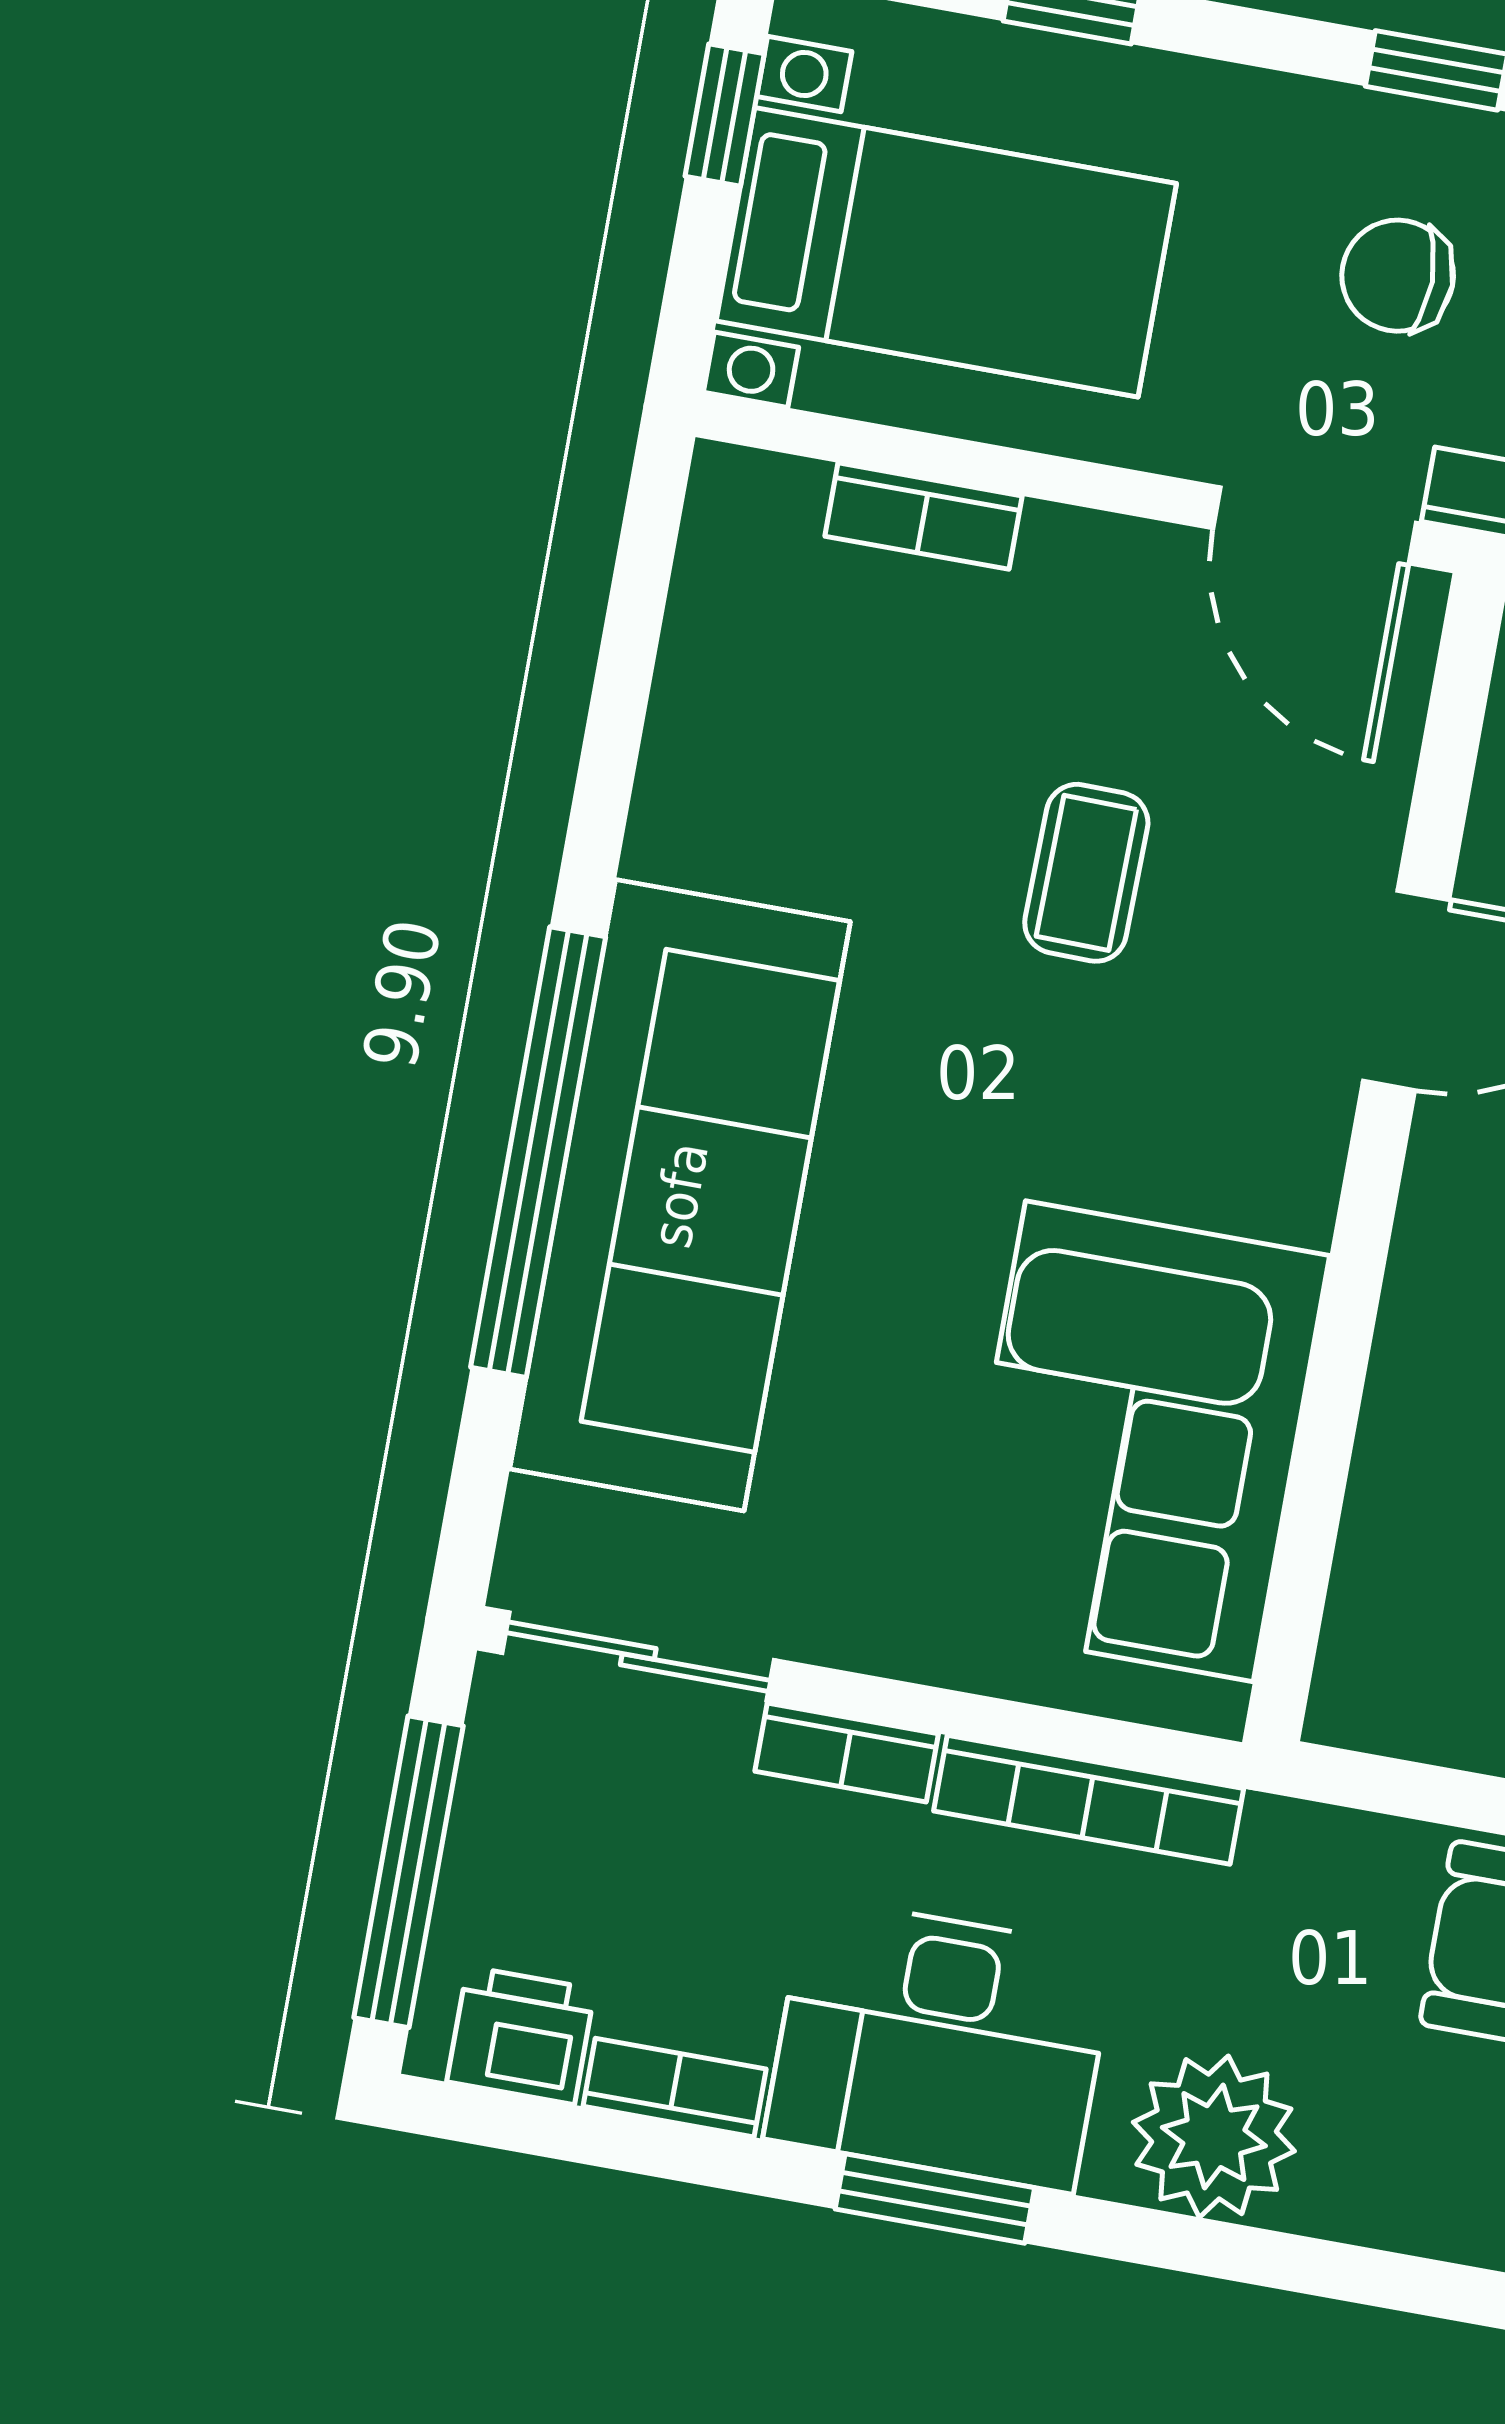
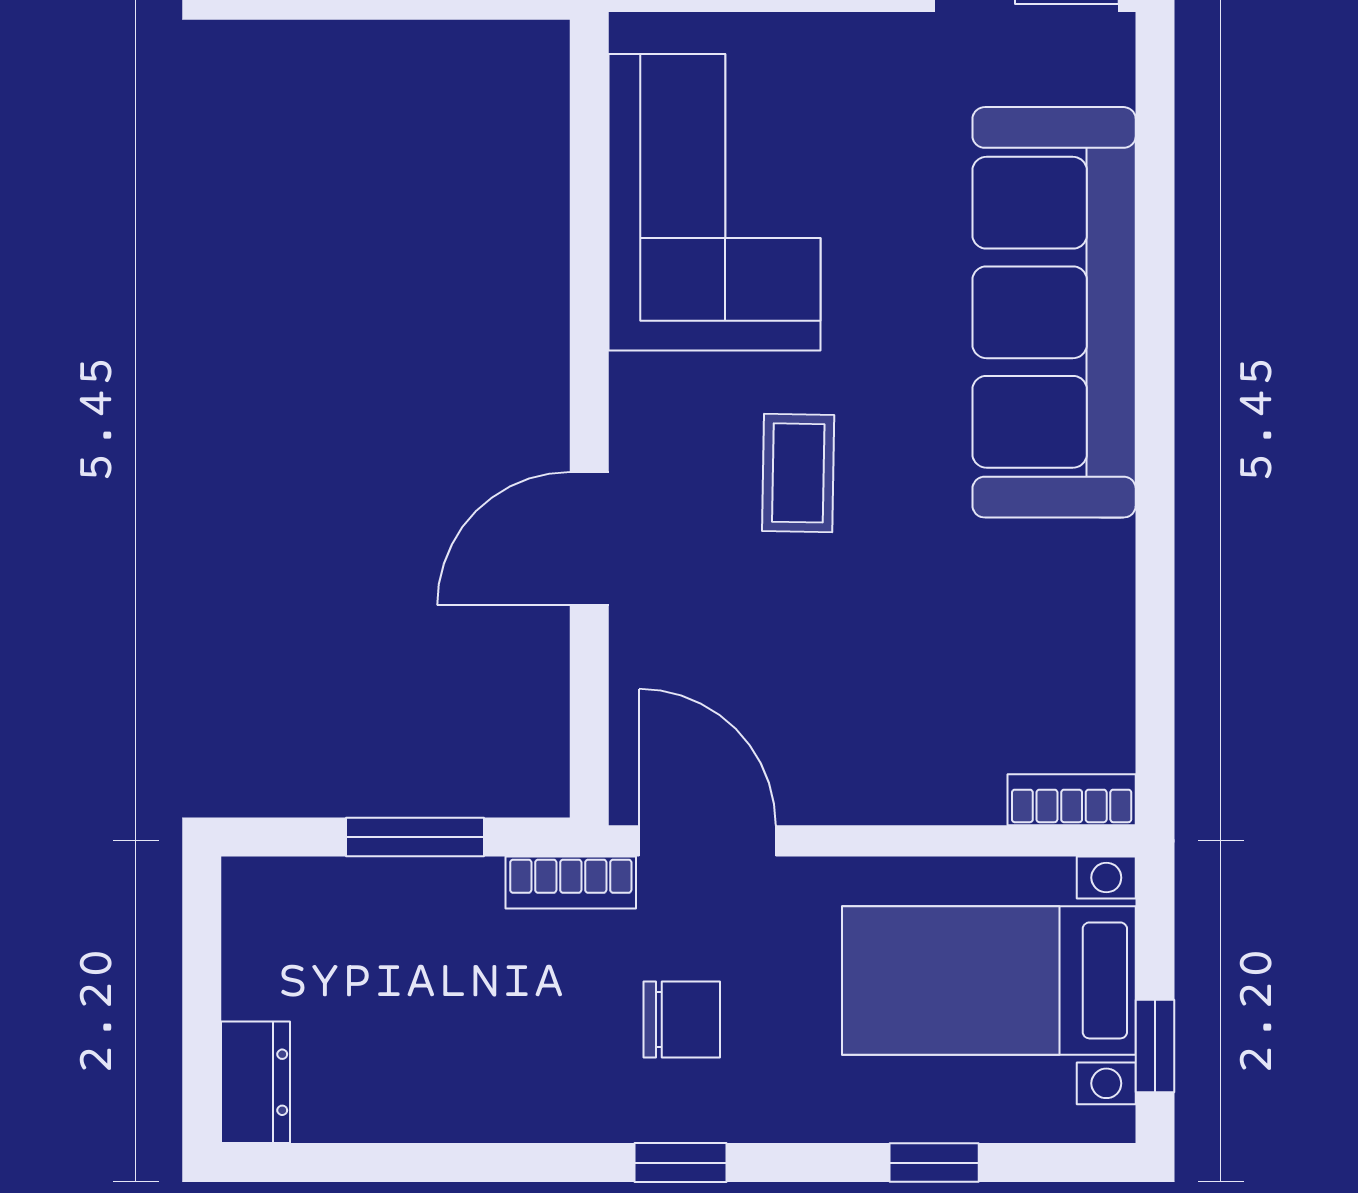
bookcase: (924, 516) -> (1072, 800), moved
coffee table: (1086, 873) -> (798, 473), moved
window: (538, 1152) -> (1155, 324), removed

